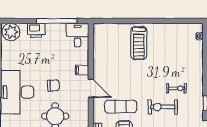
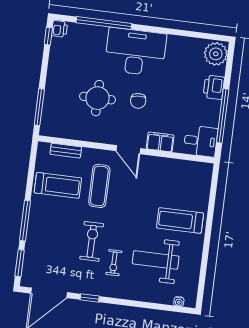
weight bench: (171, 57) -> (156, 260), added
filing cabinet: (82, 70) -> (160, 142), width x2.00
door: (91, 88) -> (128, 150), hinge flipped

